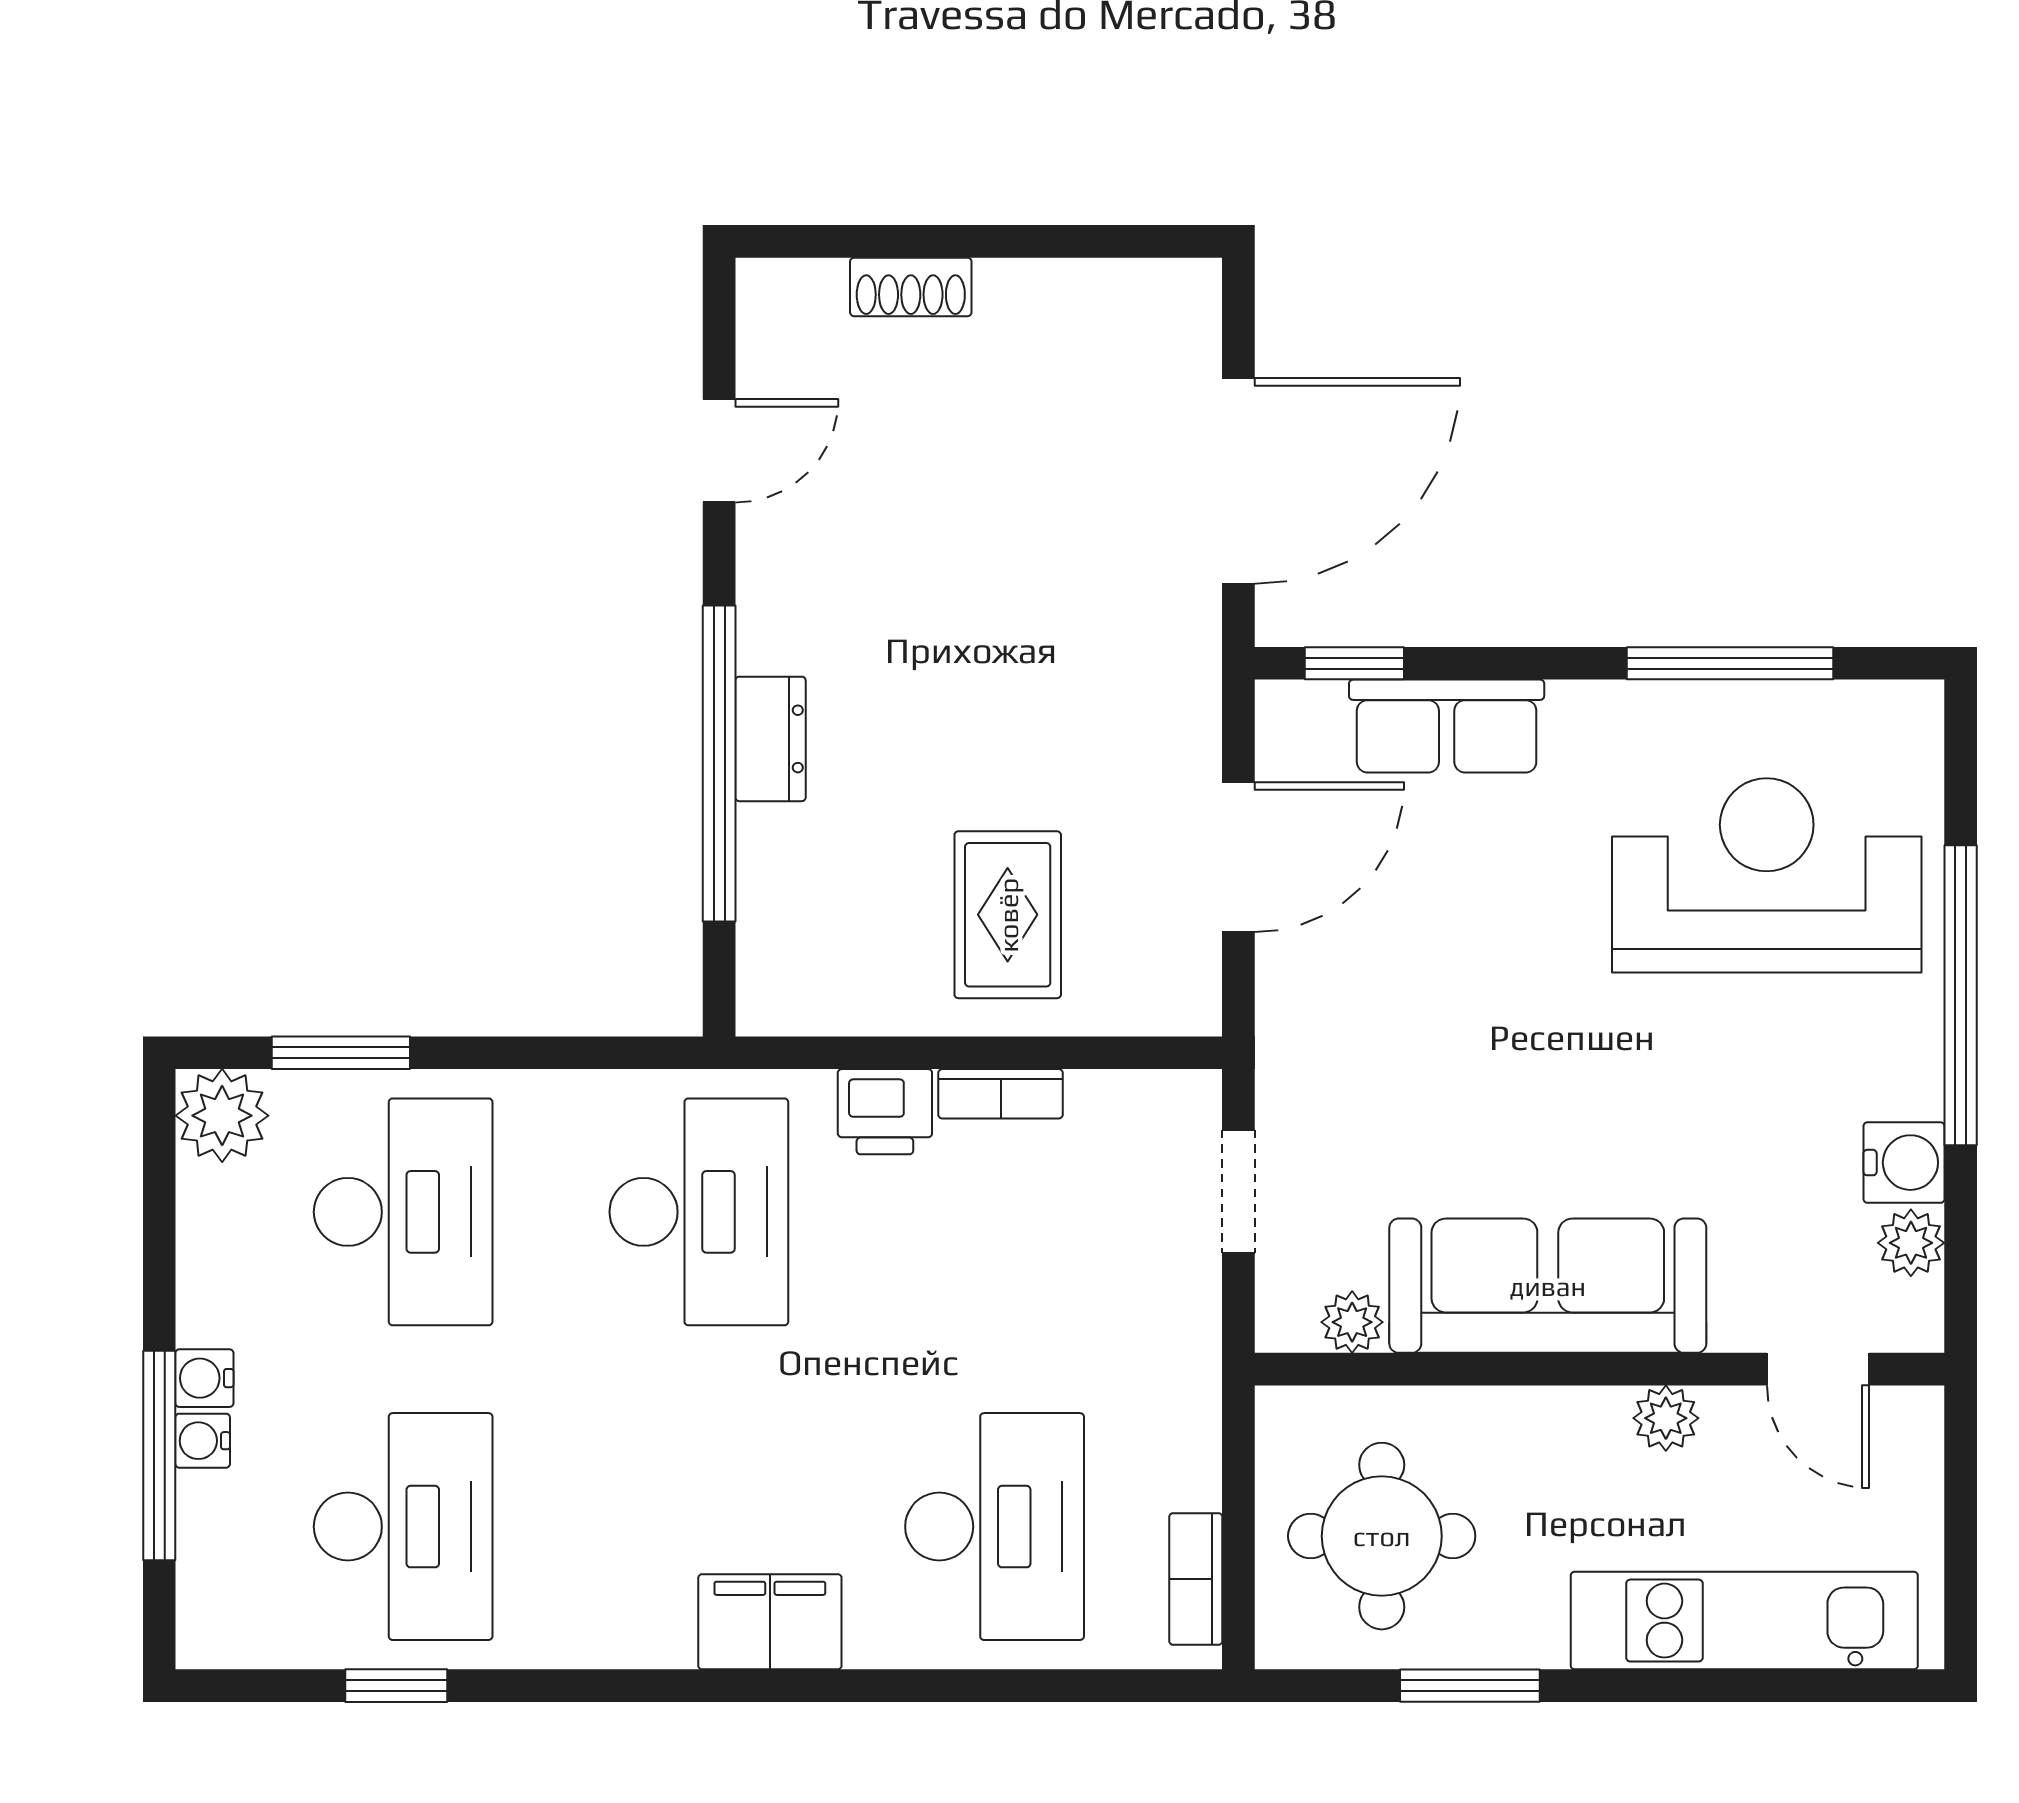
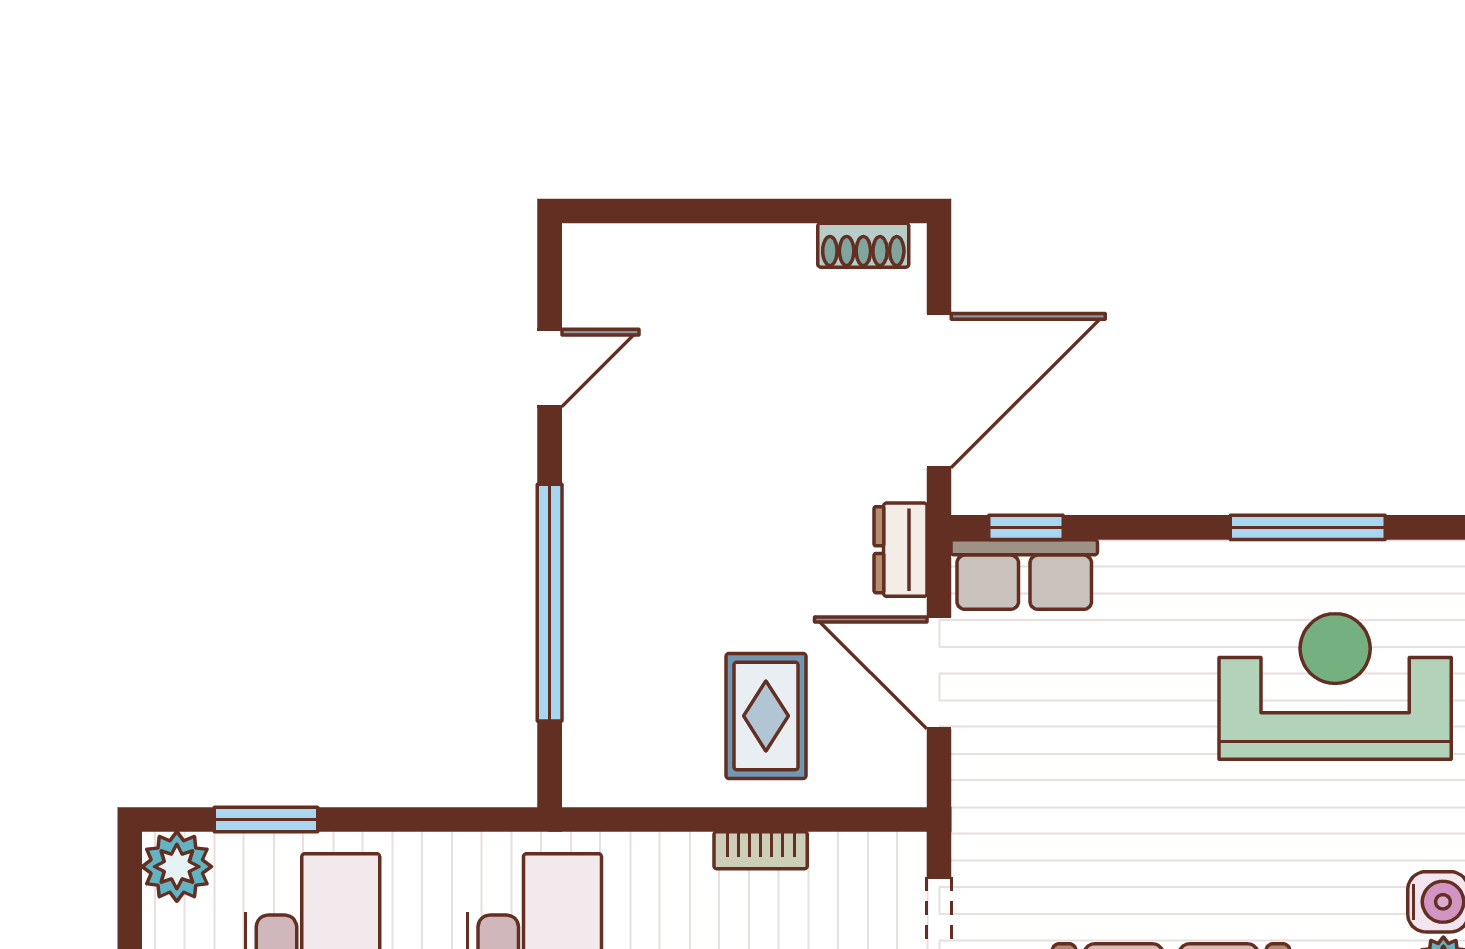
shoe rack: (911, 287) -> (863, 245), moved
row of seats: (1447, 726) -> (1024, 575), moved
dresser: (770, 739) -> (901, 550), moved, turned 180
door: (1238, 857) -> (939, 673), swing flipped
printer: (885, 1112) -> (674, 864), removed

